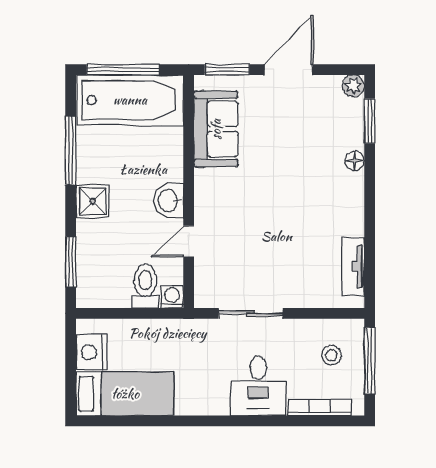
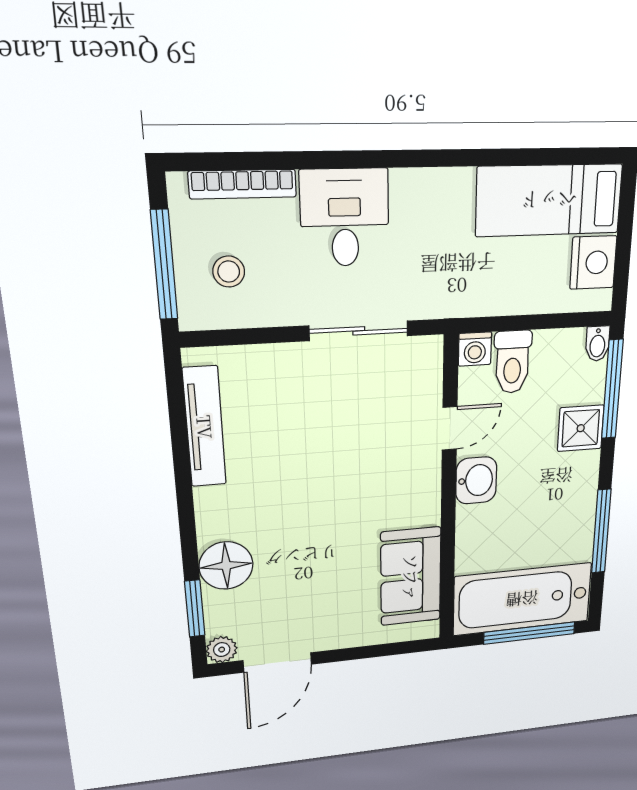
window: (227, 70) -> (396, 649), removed
door: (289, 70) -> (277, 662), moved
floor lamp: (355, 161) -> (226, 566), width x1.89, depth x1.89
shower: (93, 201) -> (581, 428), moved
window: (71, 262) -> (612, 389), width x1.44
tv unit: (353, 266) -> (205, 427), width x1.41
bidet: (84, 296) -> (598, 344), added

